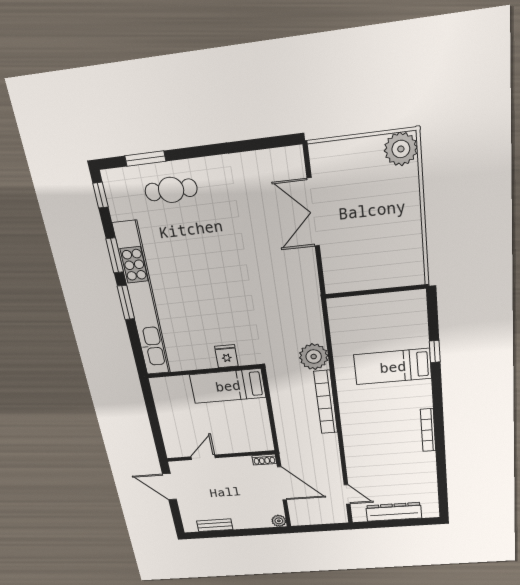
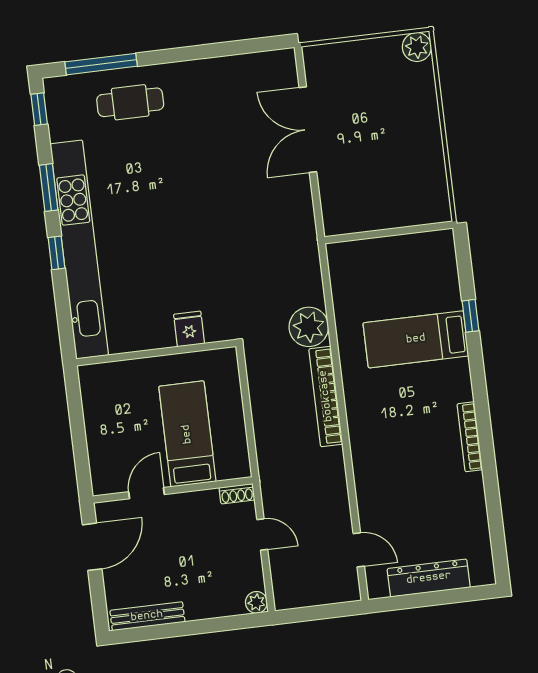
plant: (401, 149) -> (417, 47), width x0.73, depth x0.73
window: (145, 159) -> (101, 64), width x1.44
window: (126, 303) -> (57, 253), width x0.67
bed: (228, 386) -> (187, 434), moved, turned 90
door: (282, 483) -> (262, 534), width x0.53
door: (170, 487) -> (92, 547), swing flipped
bench: (215, 525) -> (147, 616), width x1.36

